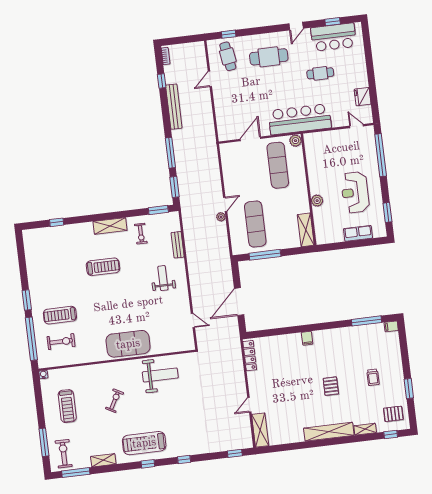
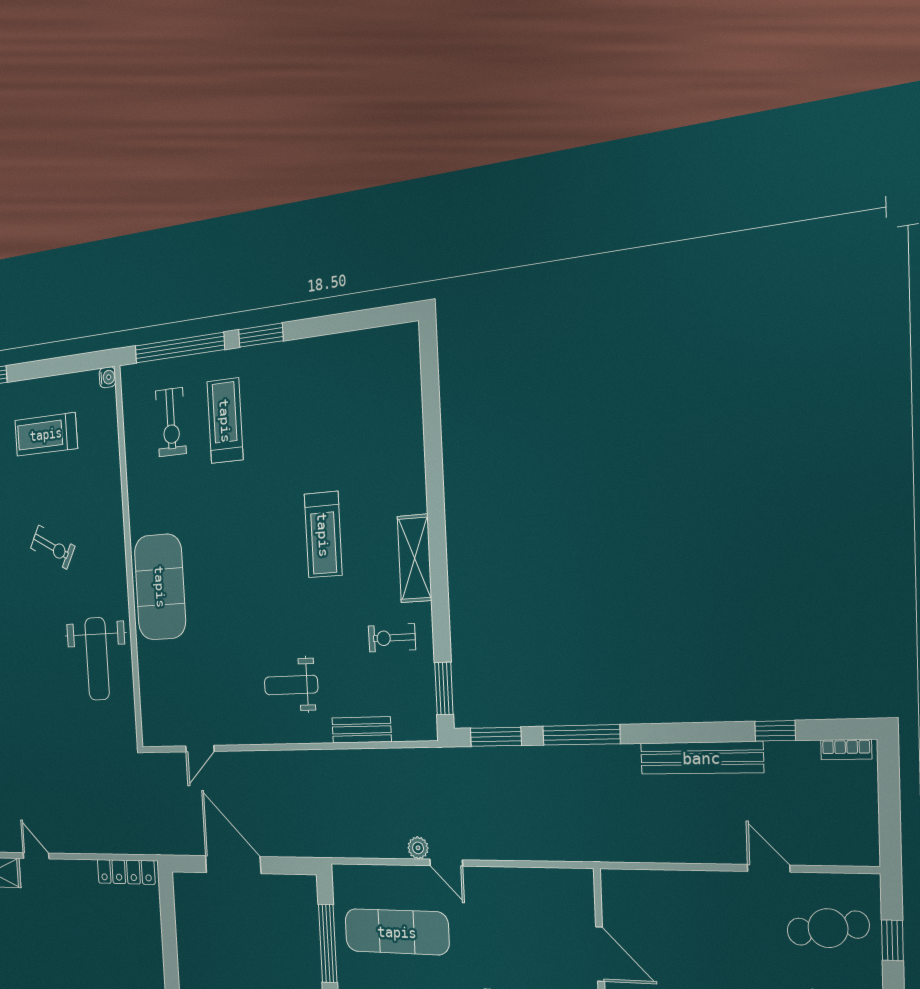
window: (57, 222) -> (432, 416), removed
weight bench: (163, 278) -> (291, 685), turned 180

